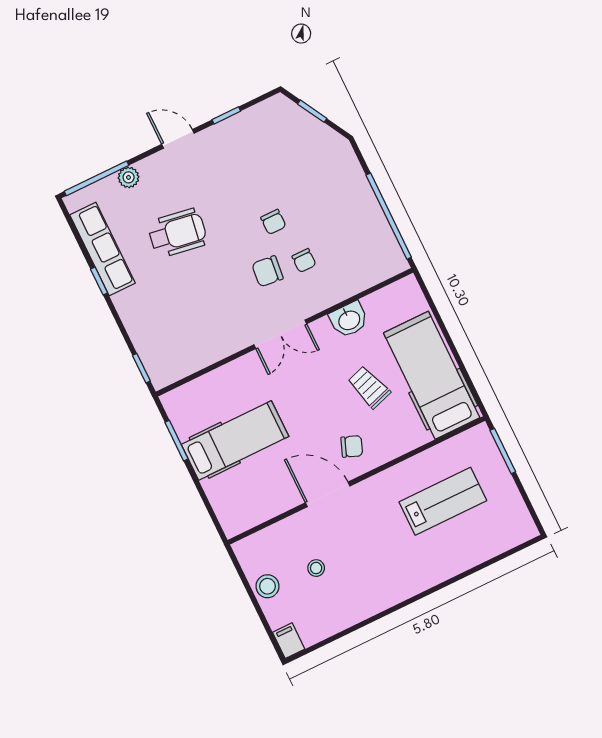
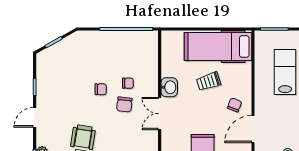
washbasin: (349, 320) -> (169, 87), moved
double door: (280, 334) -> (160, 114), swing flipped

